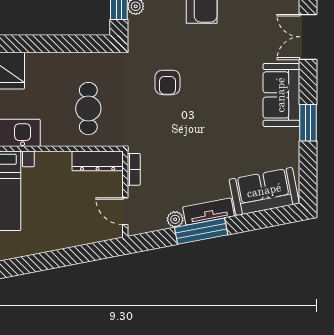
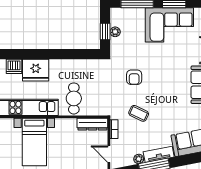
cafe table: (88, 109) -> (74, 98), moved
coffee table: (175, 143) -> (139, 113), added

